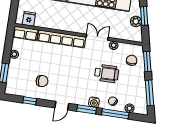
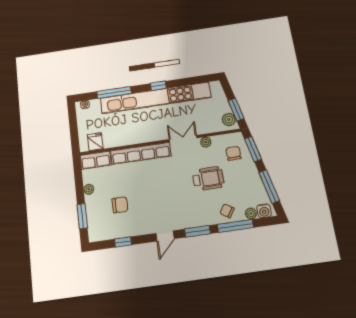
window: (144, 16) -> (236, 110), moved
plant: (136, 21) -> (229, 120), moved
chair: (42, 81) -> (120, 205), moved
water cooler: (94, 102) -> (264, 211), moved

